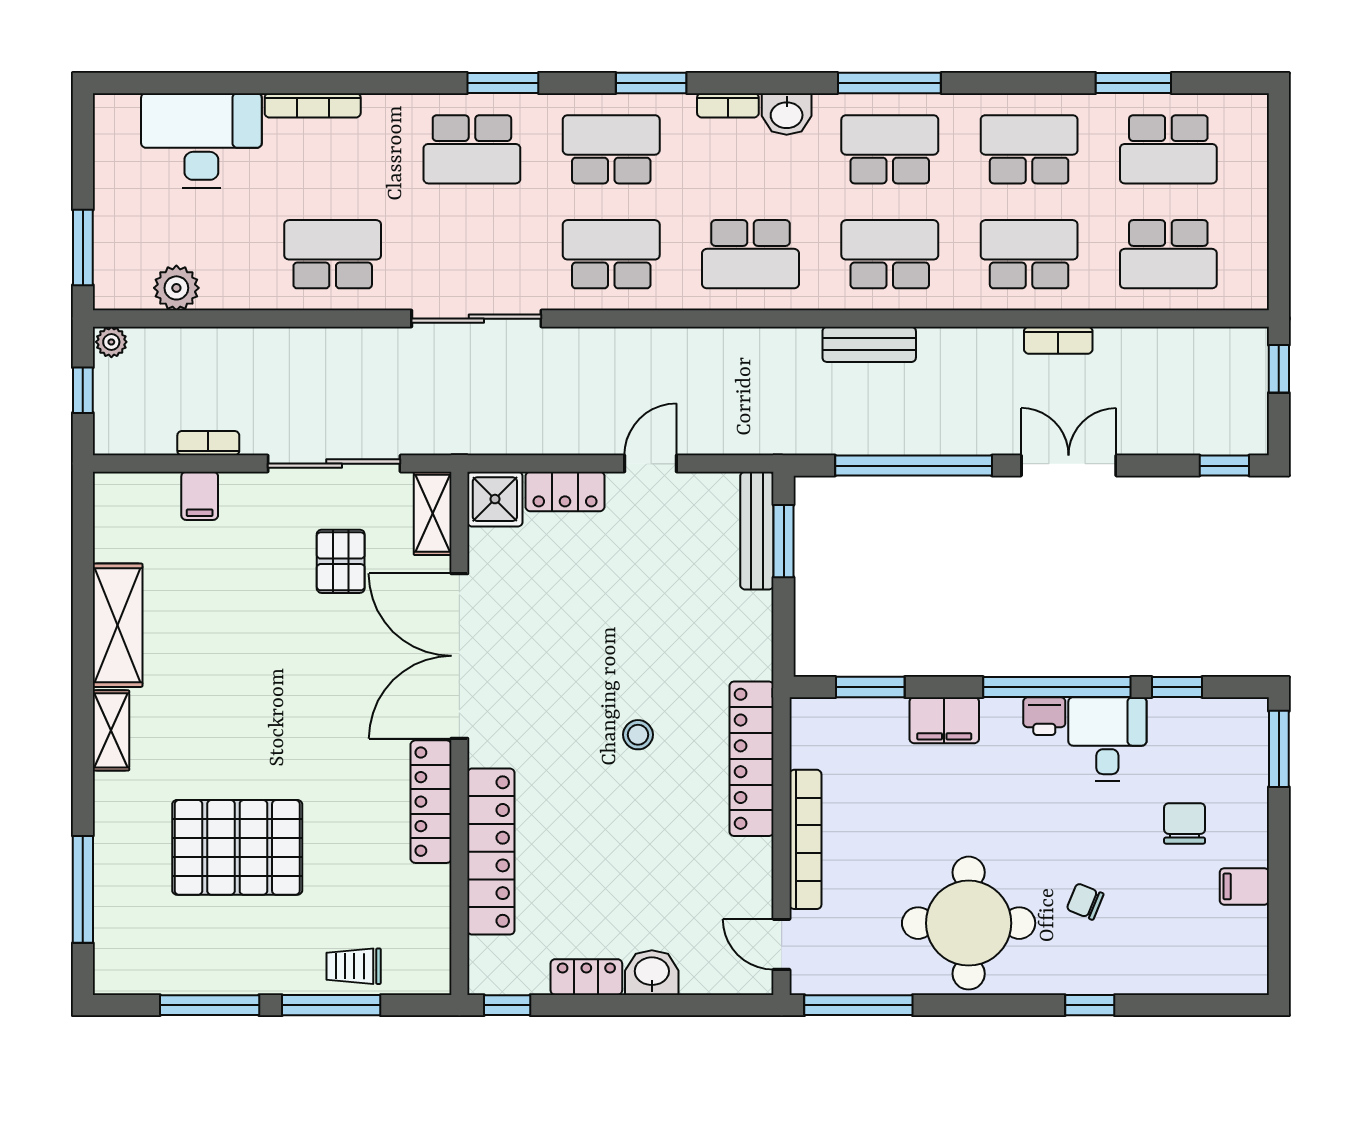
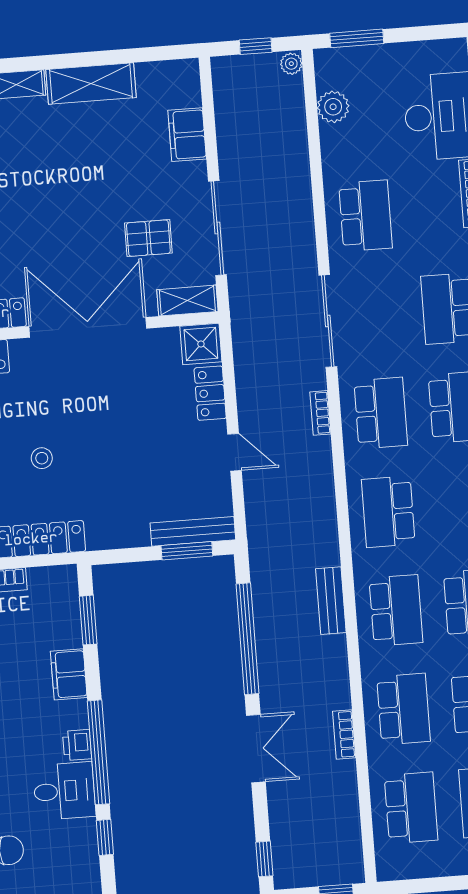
school desk: (1168, 254) -> (411, 808), turned 180
bookcase: (208, 443) -> (320, 413), moved, turned 180
filing cabinet: (200, 496) -> (187, 135), width x2.00

